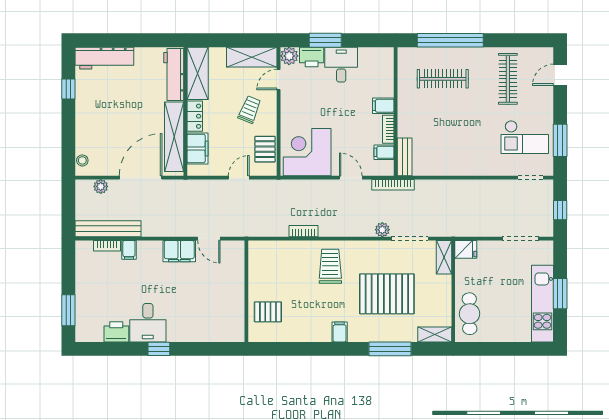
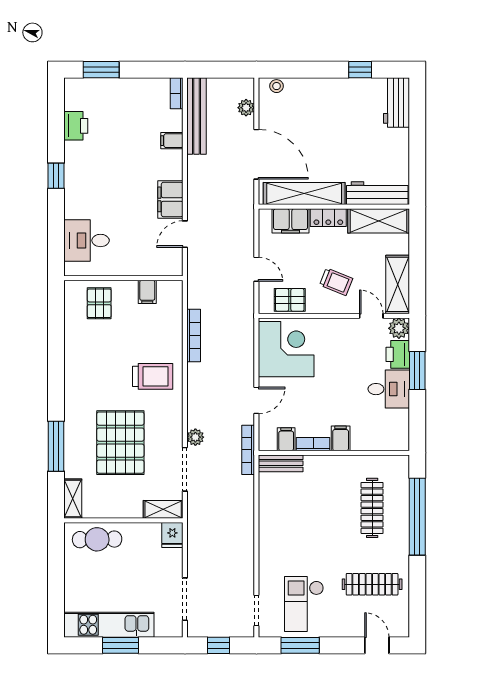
workbench: (104, 58) -> (396, 103), width x0.73
bookcase: (303, 231) -> (194, 335), width x1.56
bookcase: (107, 246) -> (177, 93), moved
desk: (148, 323) -> (87, 240), moved
filing cabinet: (340, 332) -> (147, 292), moved, turned 90

